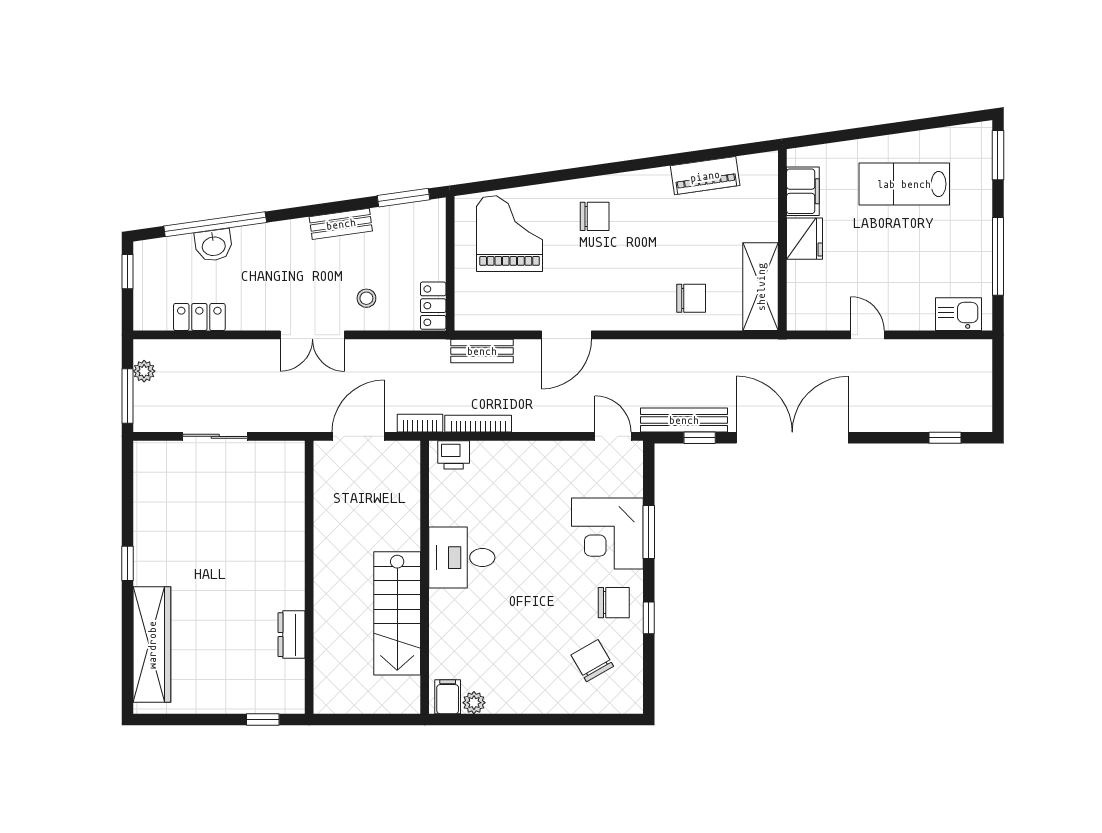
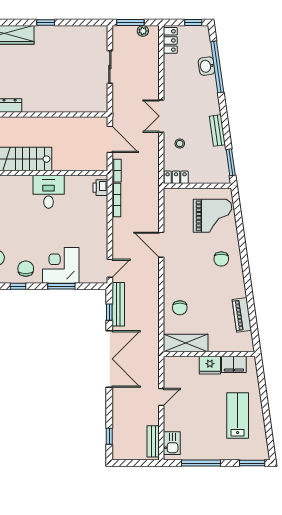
locker: (199, 317) -> (170, 40), moved
bench: (482, 351) -> (153, 441), moved
chair: (614, 603) -> (26, 269), turned 180

